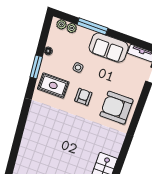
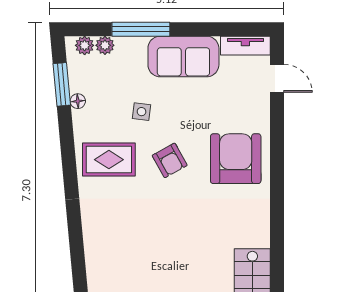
window: (36, 67) -> (62, 84), moved
armchair: (83, 97) -> (170, 160), turned 151
armchair: (116, 108) -> (236, 159), turned 90

